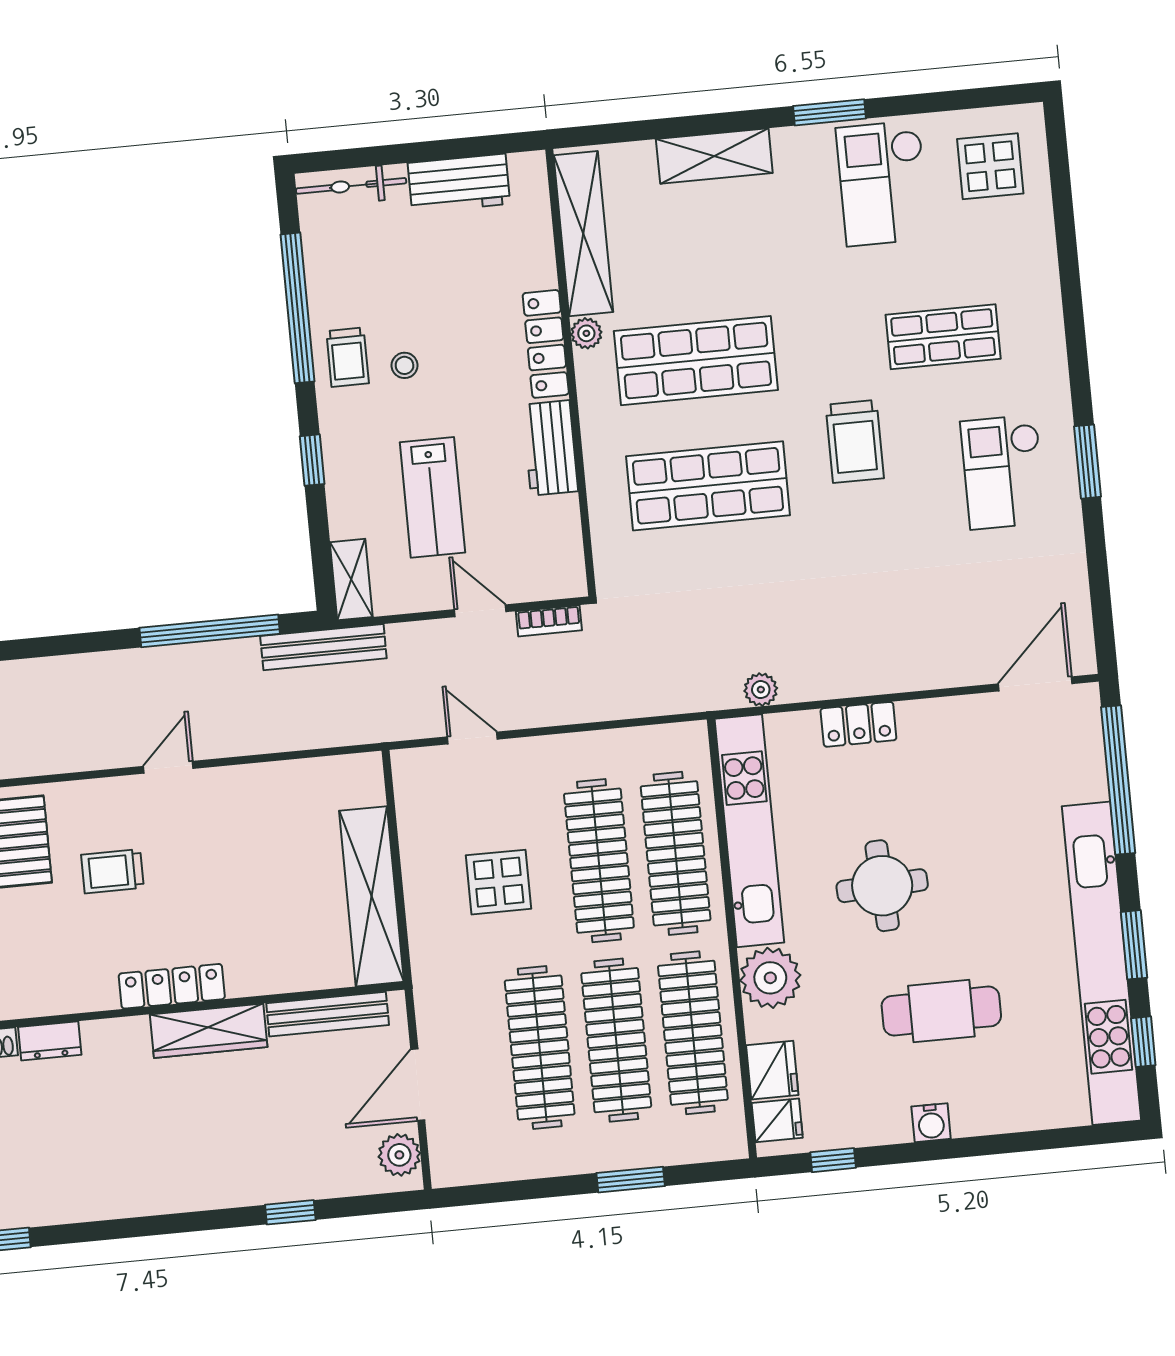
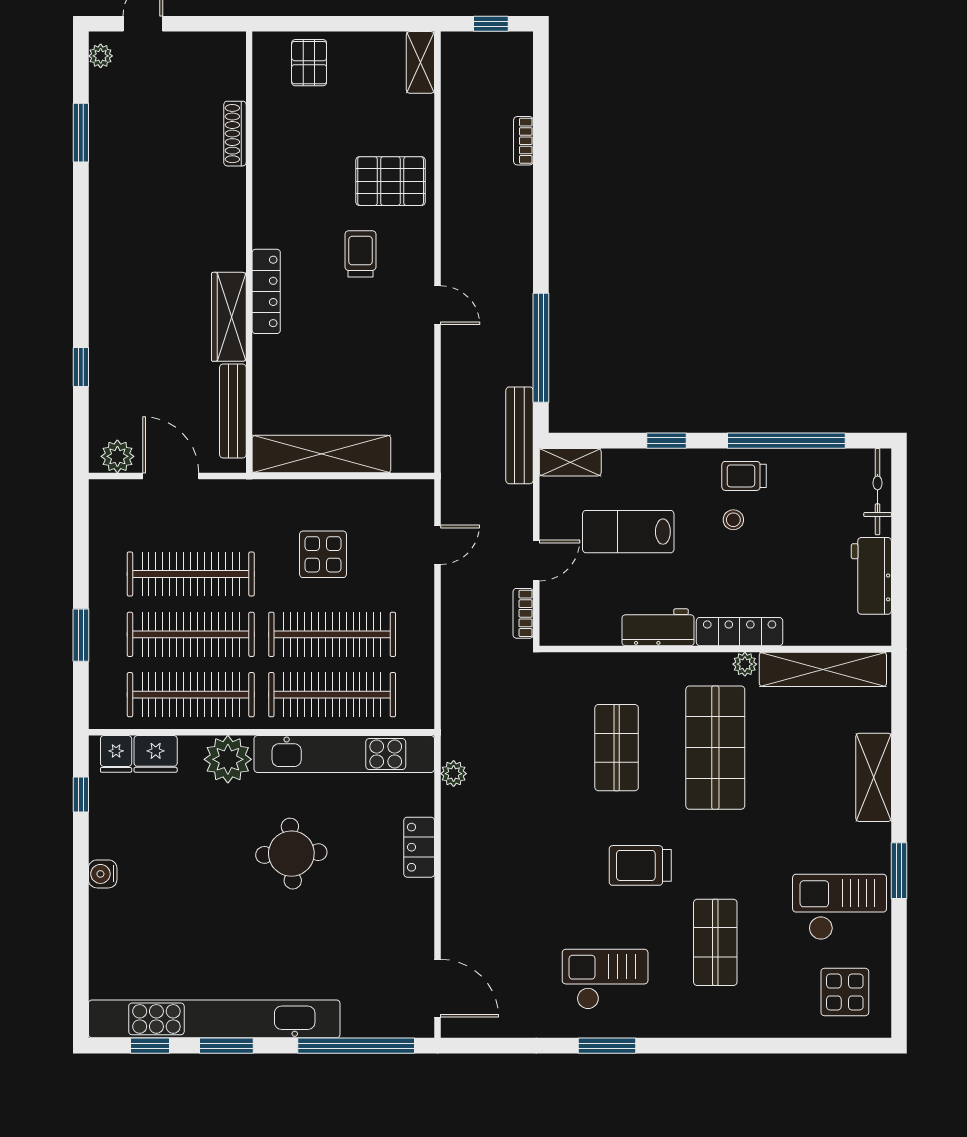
shop shelf: (708, 486) -> (617, 748), width x0.70, depth x0.74
cafe table: (941, 1011) -> (189, 890), removed
dresser: (50, 1041) -> (233, 192), removed

